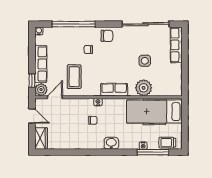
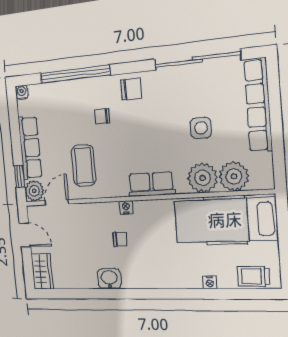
row of seats: (176, 45) -> (258, 105), width x1.36
plant: (161, 88) -> (234, 176), added
washbasin: (111, 143) -> (109, 279), moved
window: (153, 152) -> (228, 294), removed

